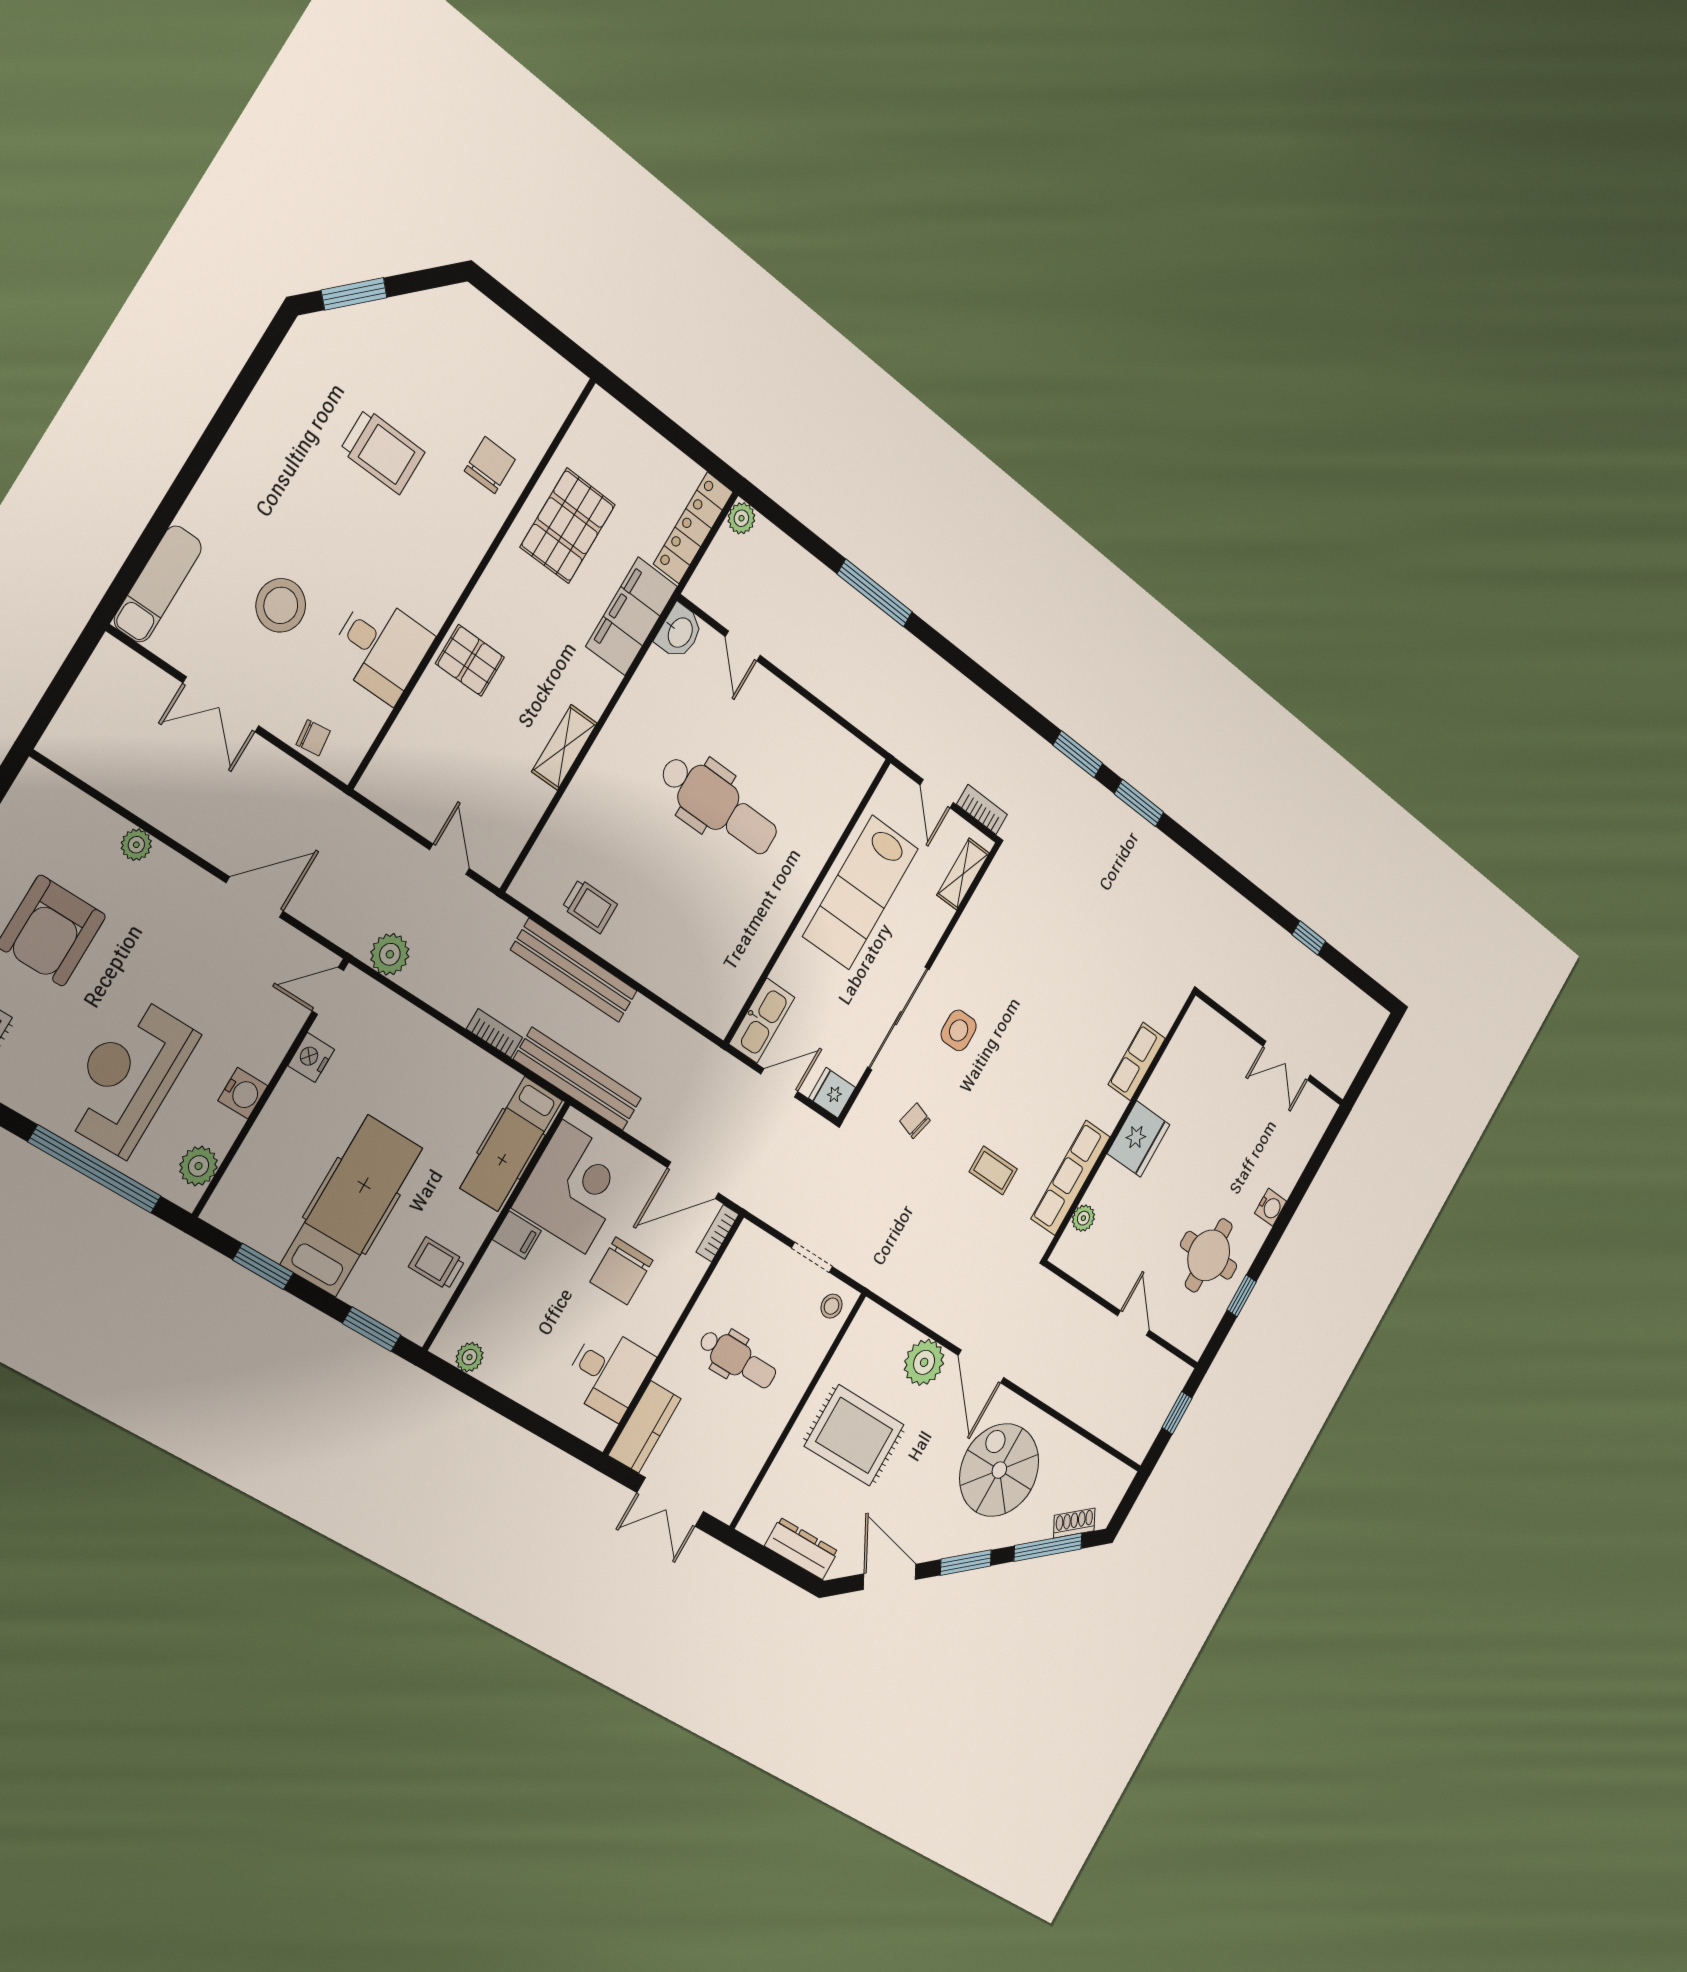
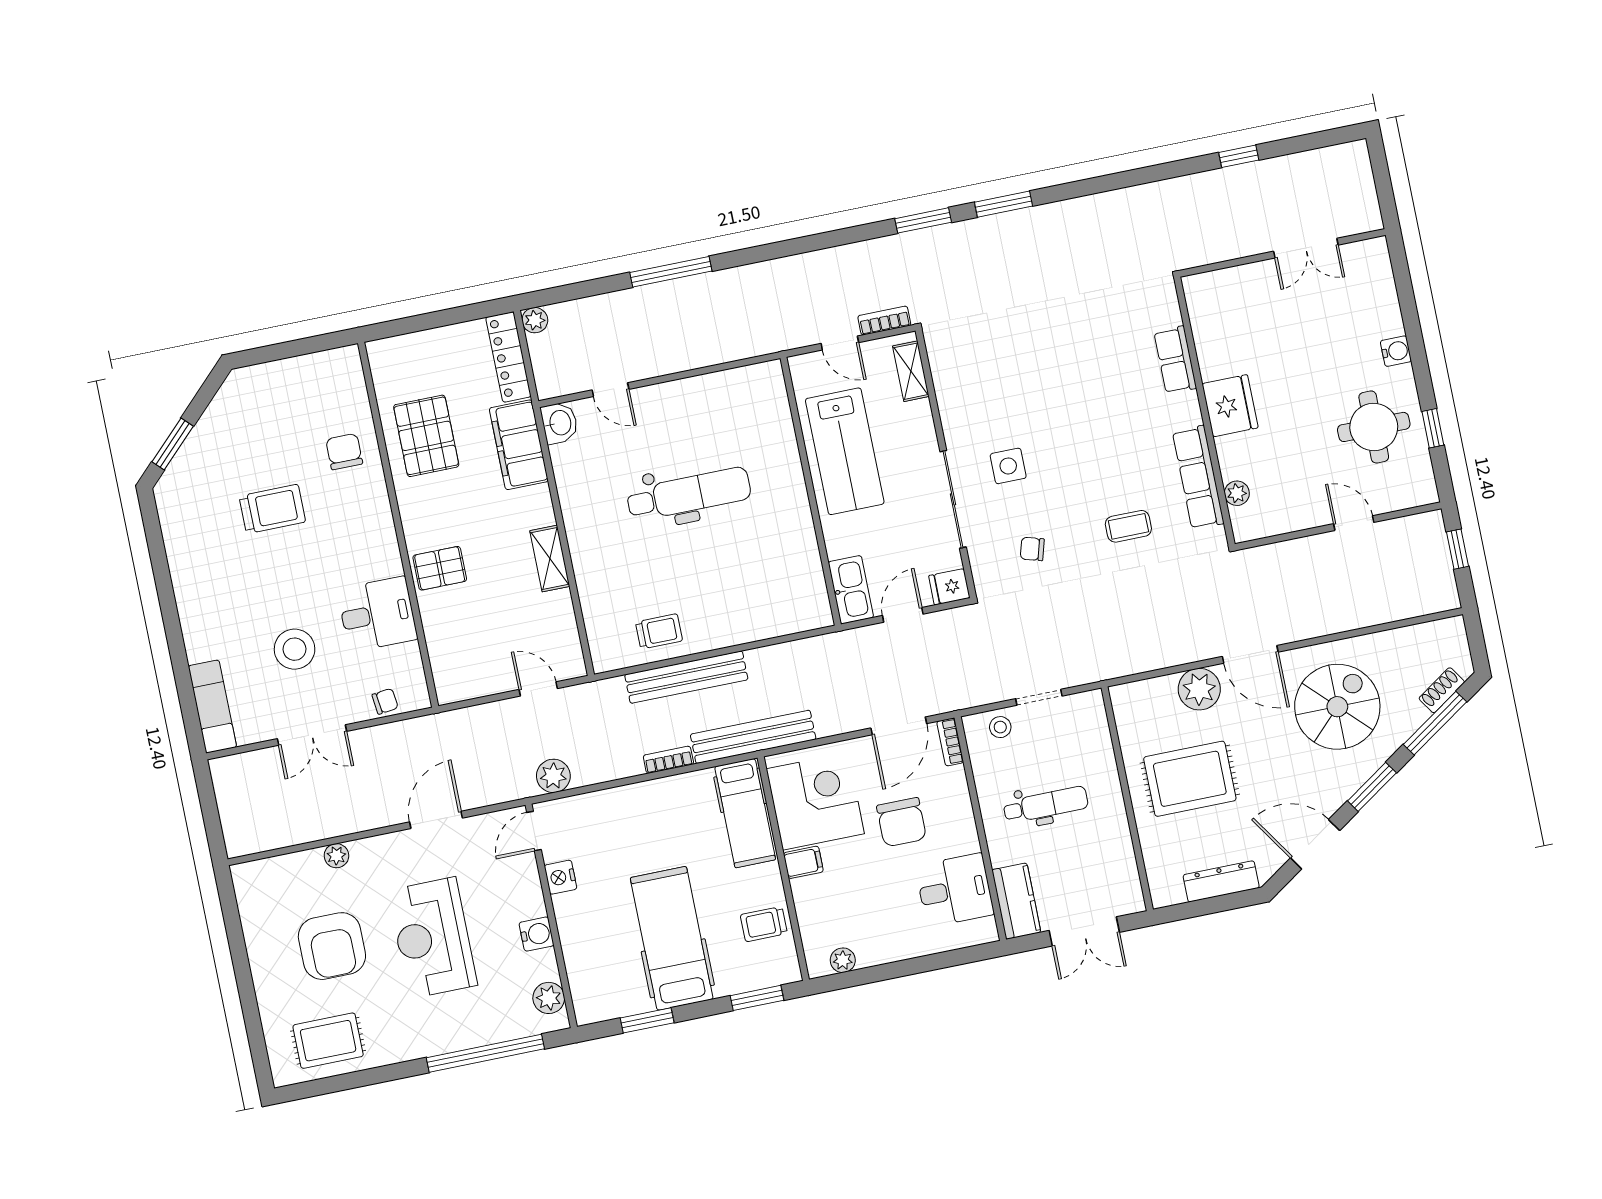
reception desk: (128, 1076) -> (432, 938), moved
stool: (832, 1306) -> (1000, 727), moved
spiral stairs: (999, 1470) -> (1337, 707), turned 90

